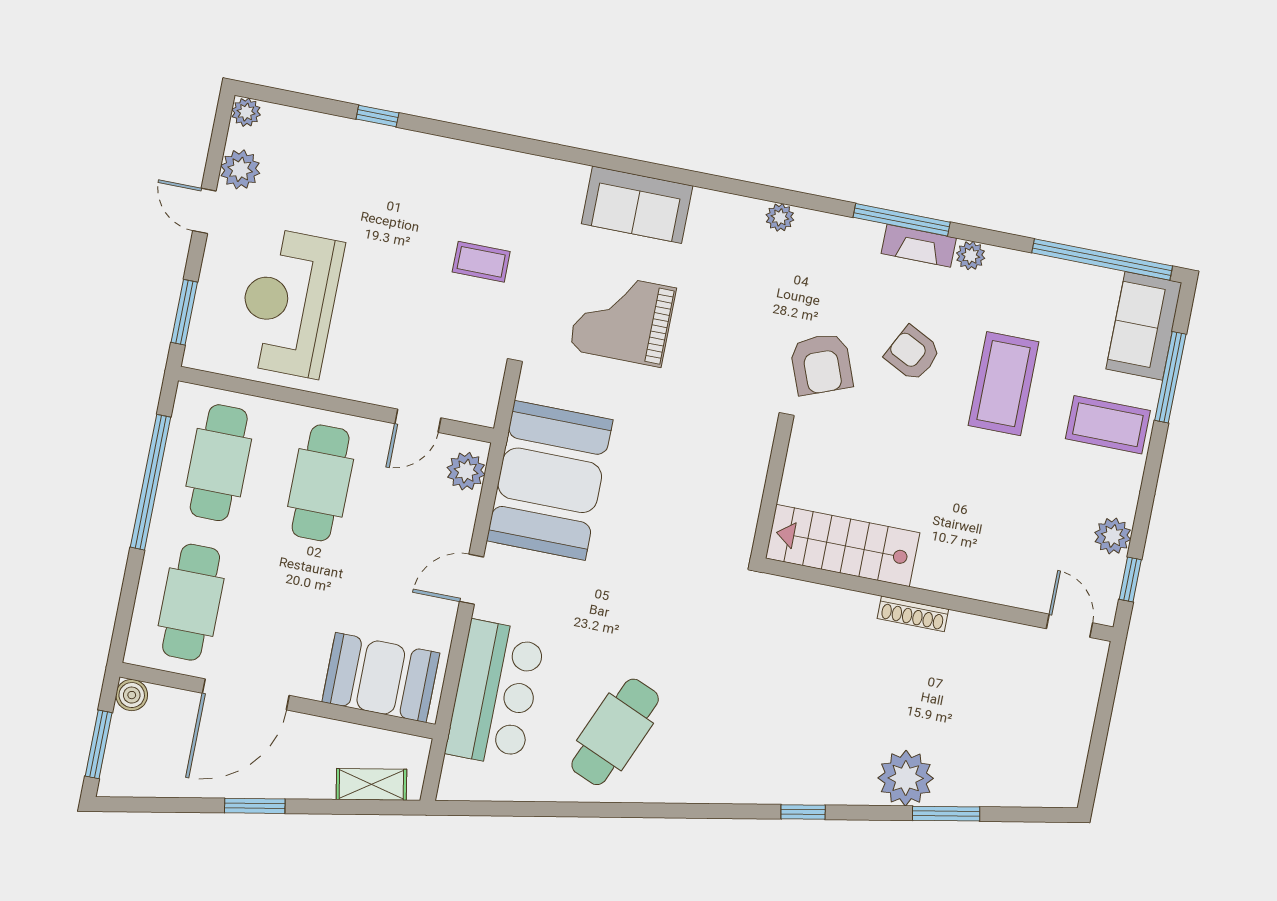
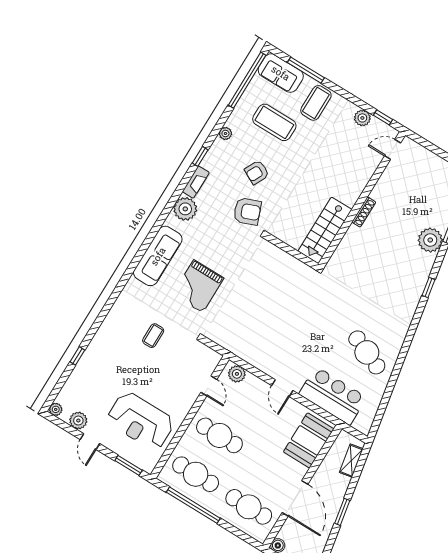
sofa: (637, 205) -> (158, 256), width x1.36
door: (204, 211) -> (90, 442), hinge flipped
plant: (780, 217) -> (185, 209), width x1.88, depth x1.88
window: (902, 220) -> (200, 156), width x0.46
fireplace: (919, 246) -> (196, 182), moved
coffee table: (1004, 384) -> (274, 122), moved
booth: (550, 480) -> (253, 341), removed

